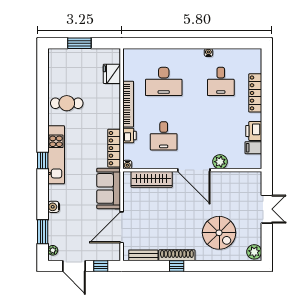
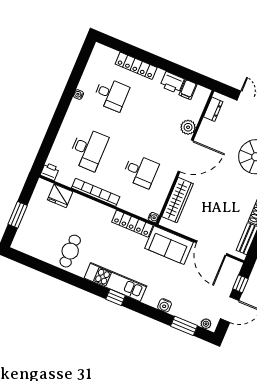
printer: (130, 135) -> (50, 172), moved
dresser: (245, 177) -> (213, 109), added

